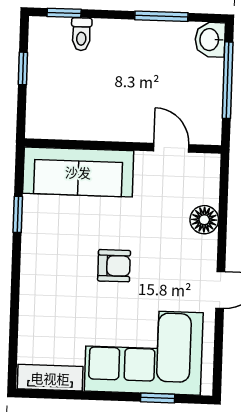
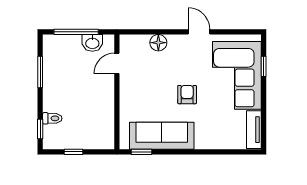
washbasin: (210, 40) -> (92, 43), moved
sofa: (78, 172) -> (162, 136), moved, turned -90
window: (18, 214) -> (141, 152), moved

